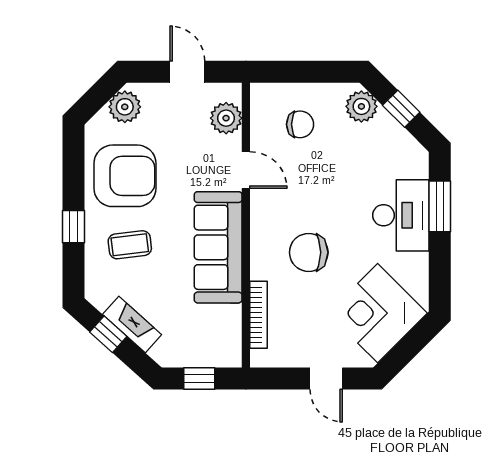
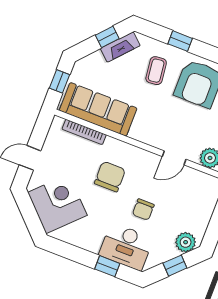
chair: (300, 124) -> (143, 210), moved
window: (440, 206) -> (107, 266), width x0.67
desk: (401, 215) -> (126, 247), moved
sofa: (218, 247) -> (98, 109), moved
fireplace: (132, 325) -> (120, 47), moved

